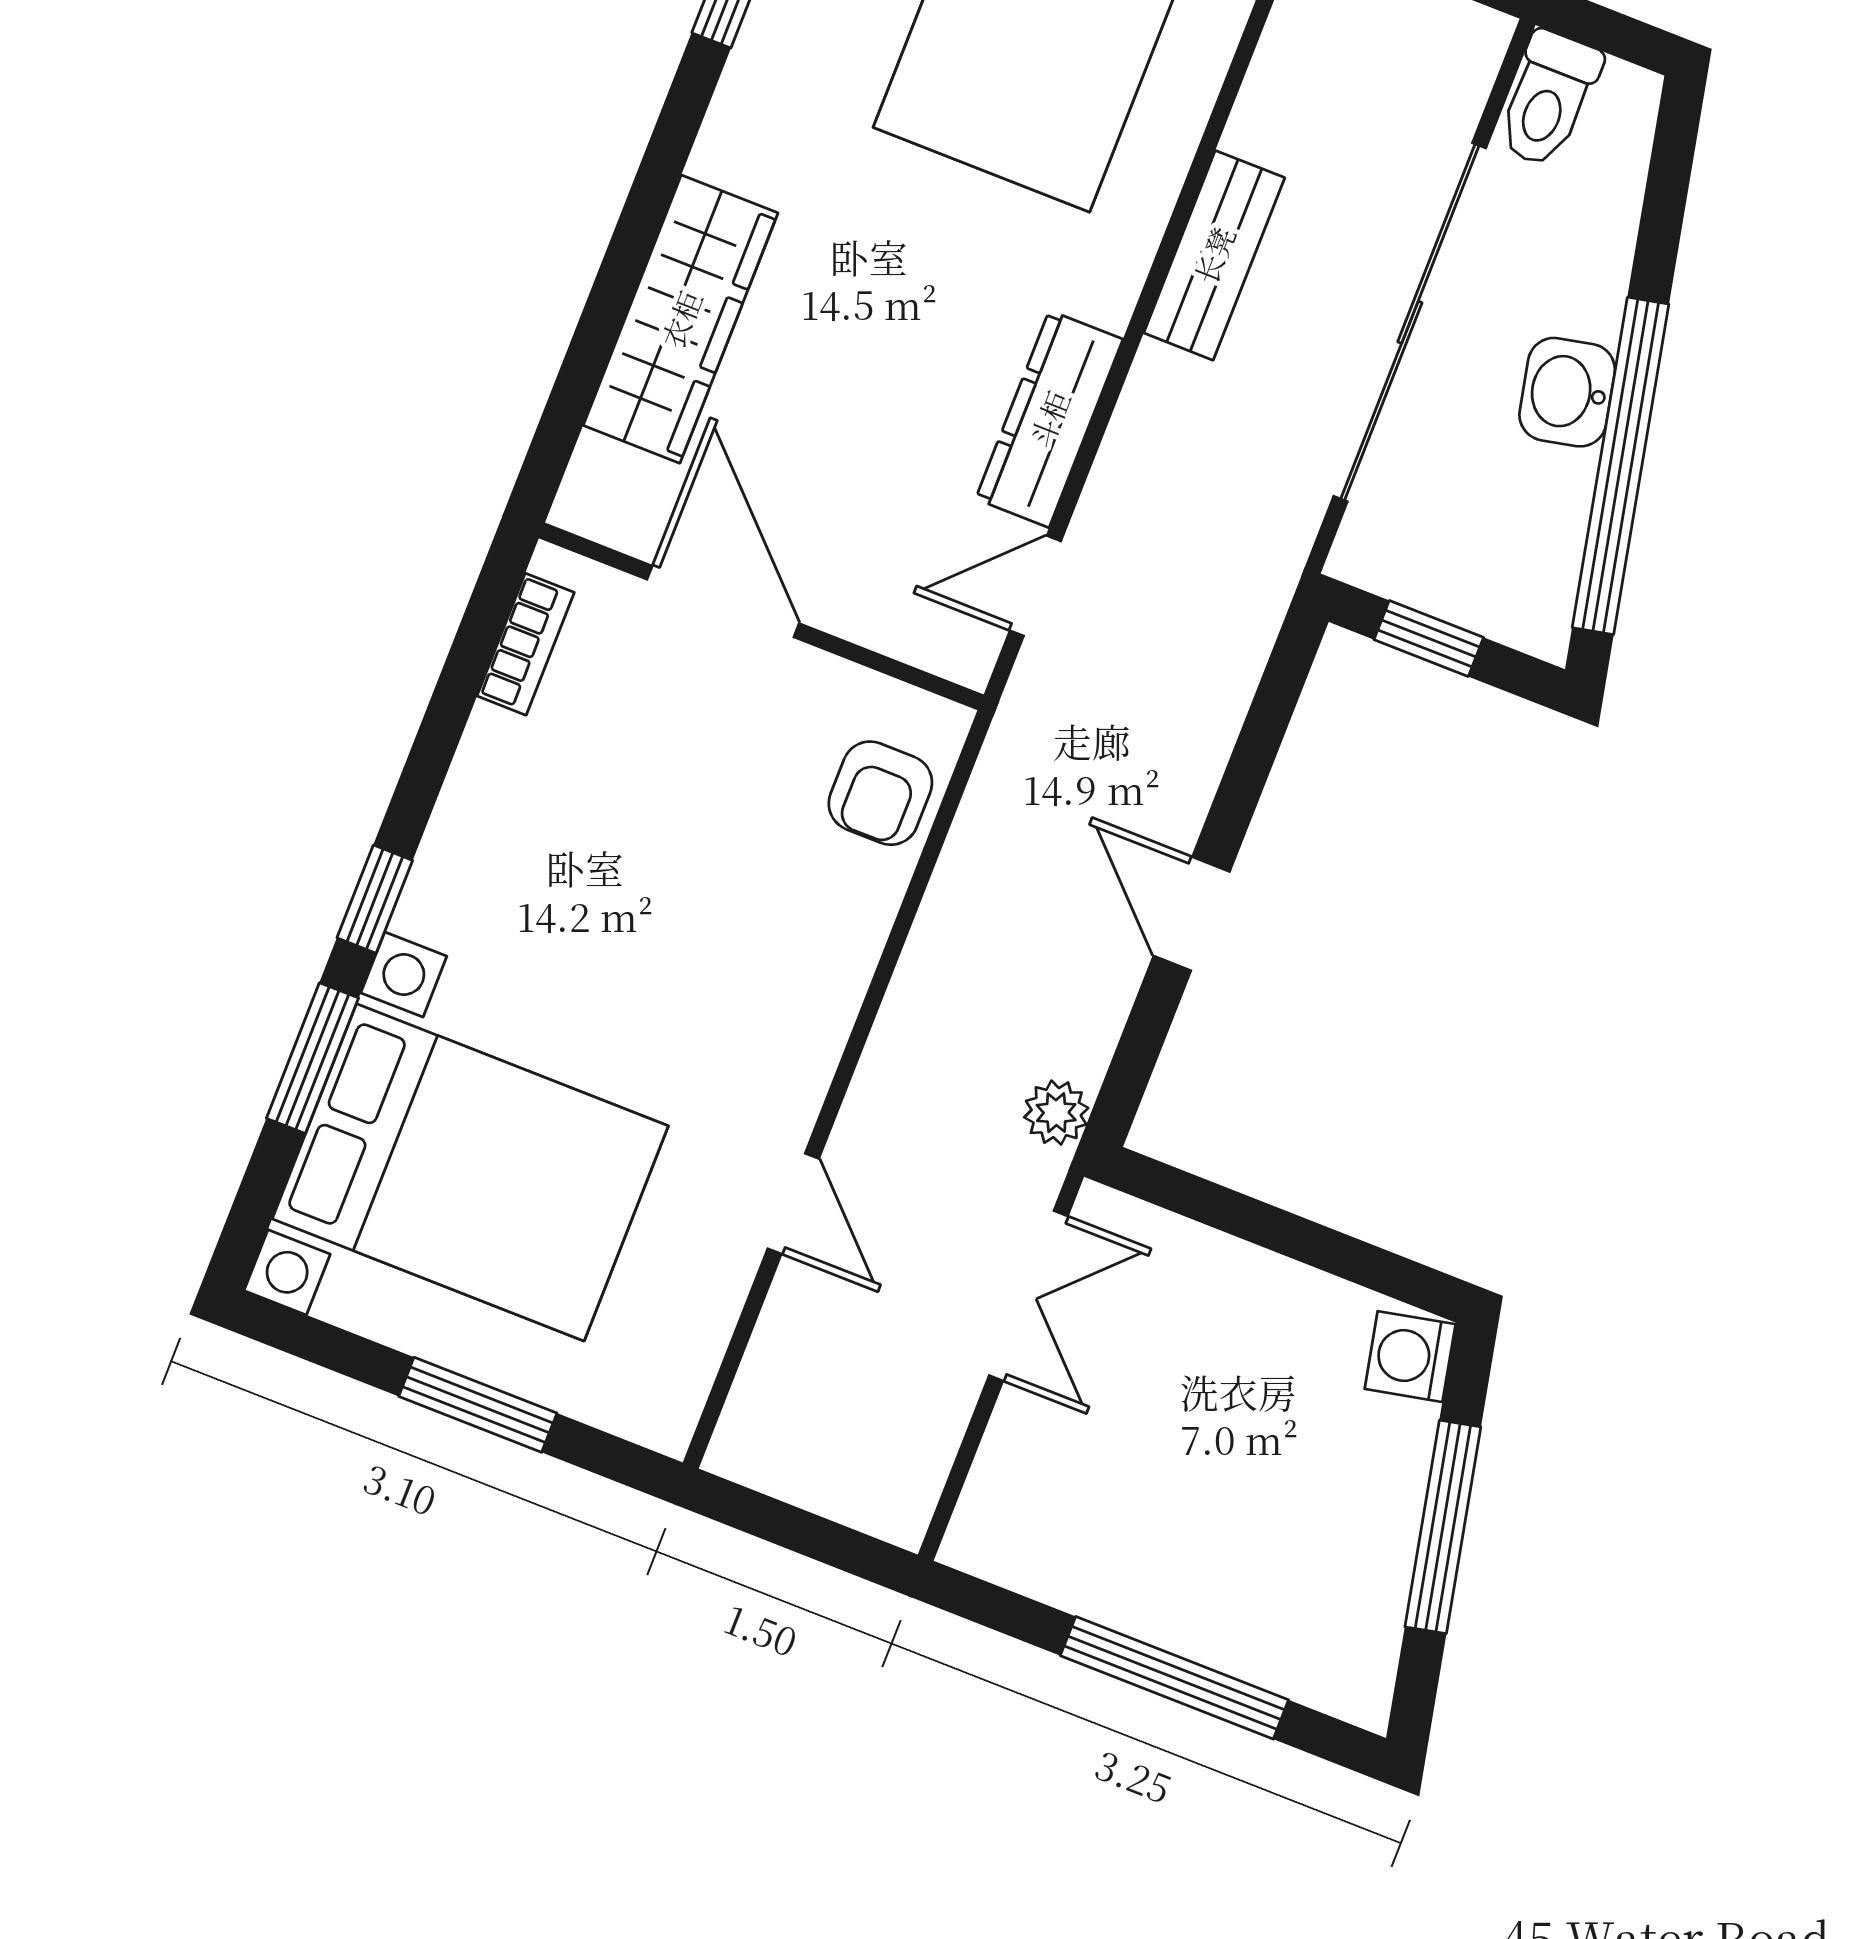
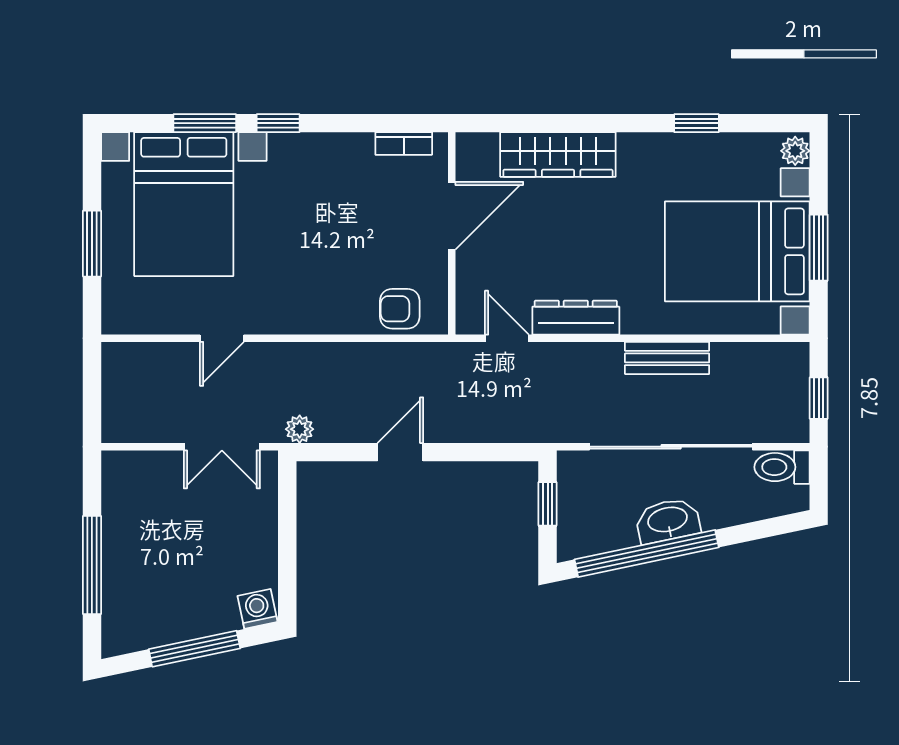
washbasin: (1567, 392) -> (668, 521), width x1.38

